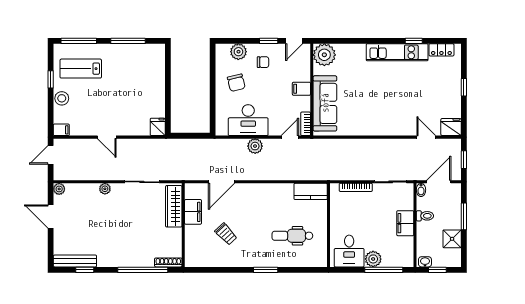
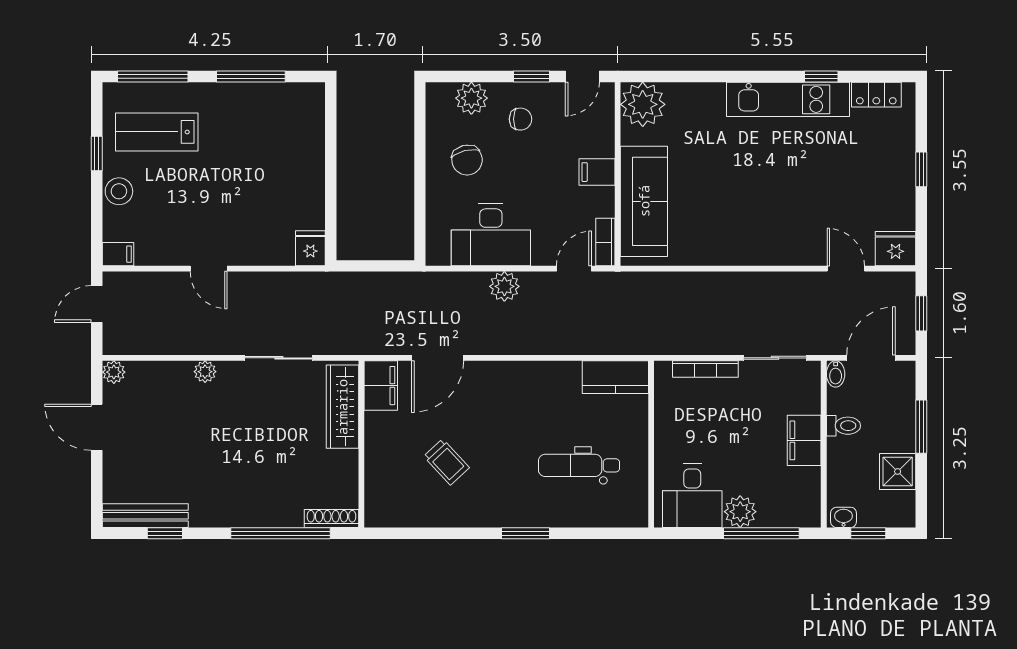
filing cabinet: (193, 212) -> (381, 386), moved

